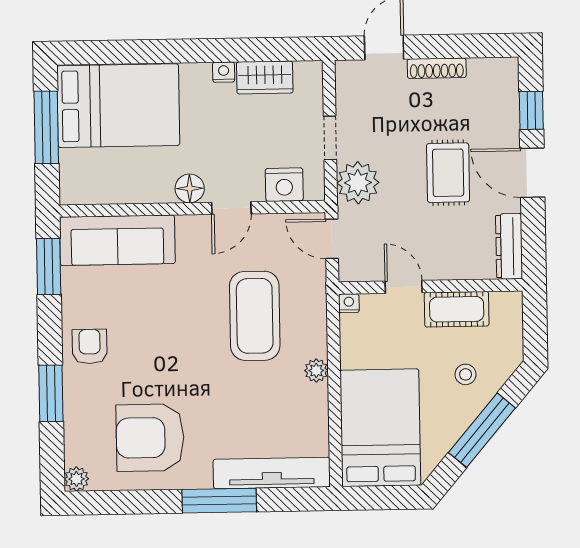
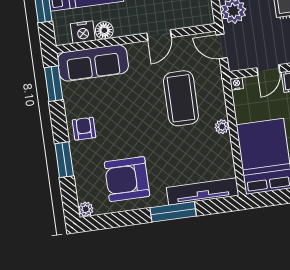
nightstand: (284, 185) -> (83, 32), moved
floor lamp: (190, 188) -> (104, 30), moved
door: (404, 287) -> (268, 70), swing flipped

